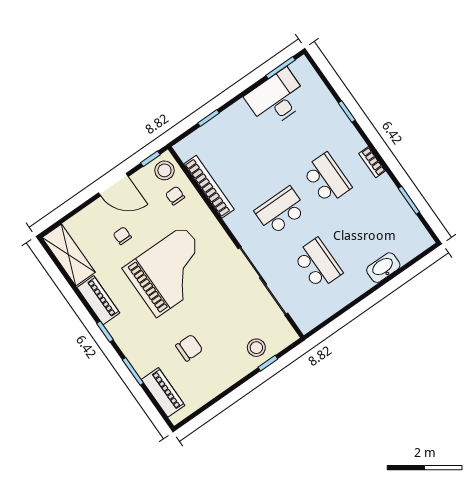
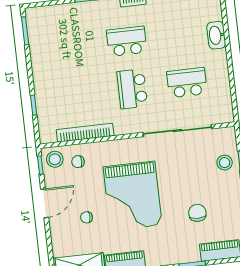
desk: (277, 99) -> (47, 46), removed
grand piano: (170, 271) -> (133, 196), turned 180

